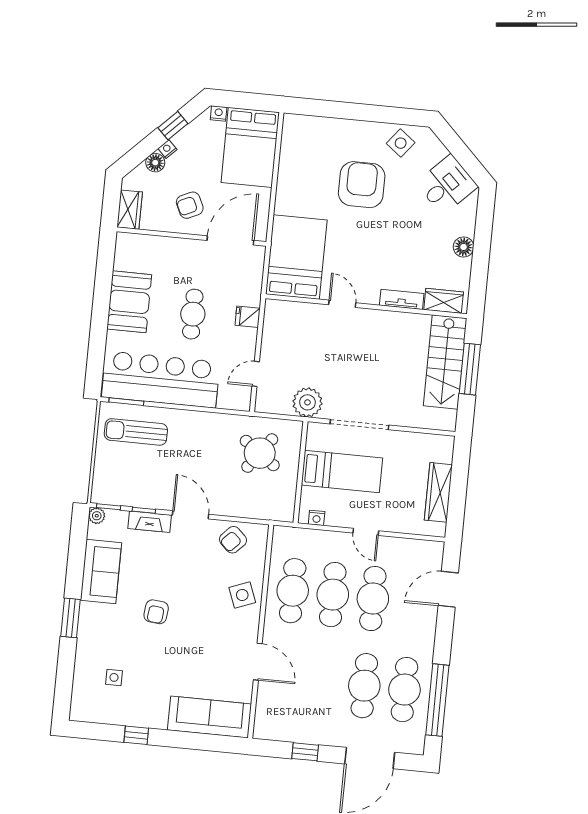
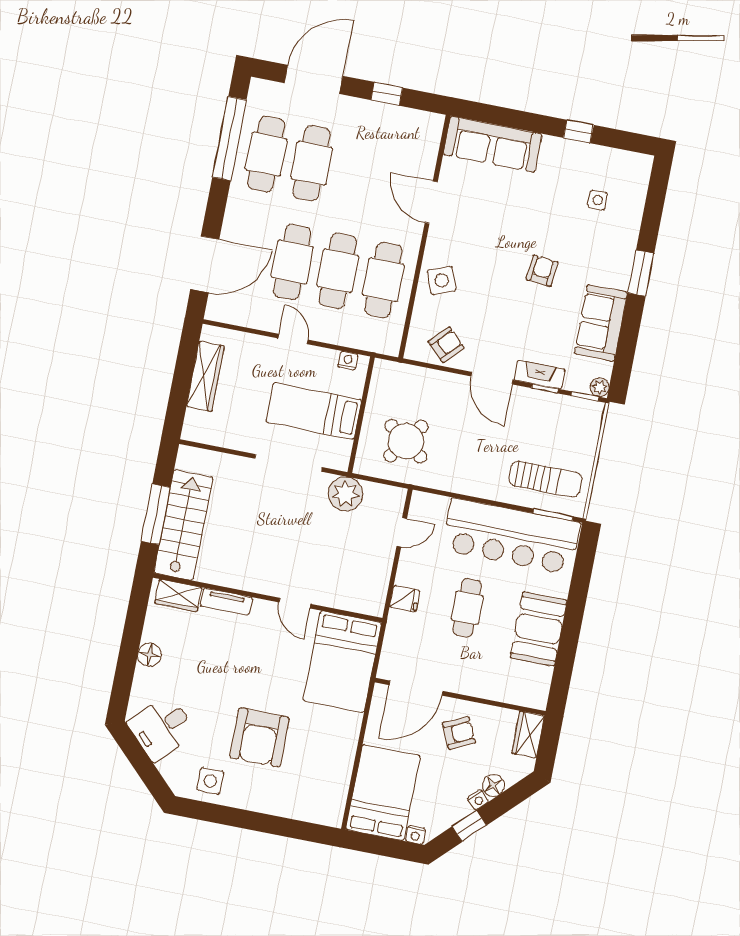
side table: (401, 143) -> (210, 781), turned -38
door: (448, 589) -> (205, 264), width x1.36

